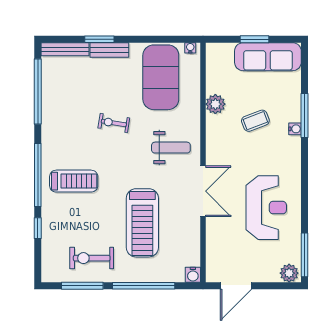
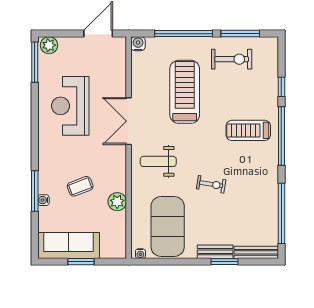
water cooler: (295, 129) -> (43, 200), moved

